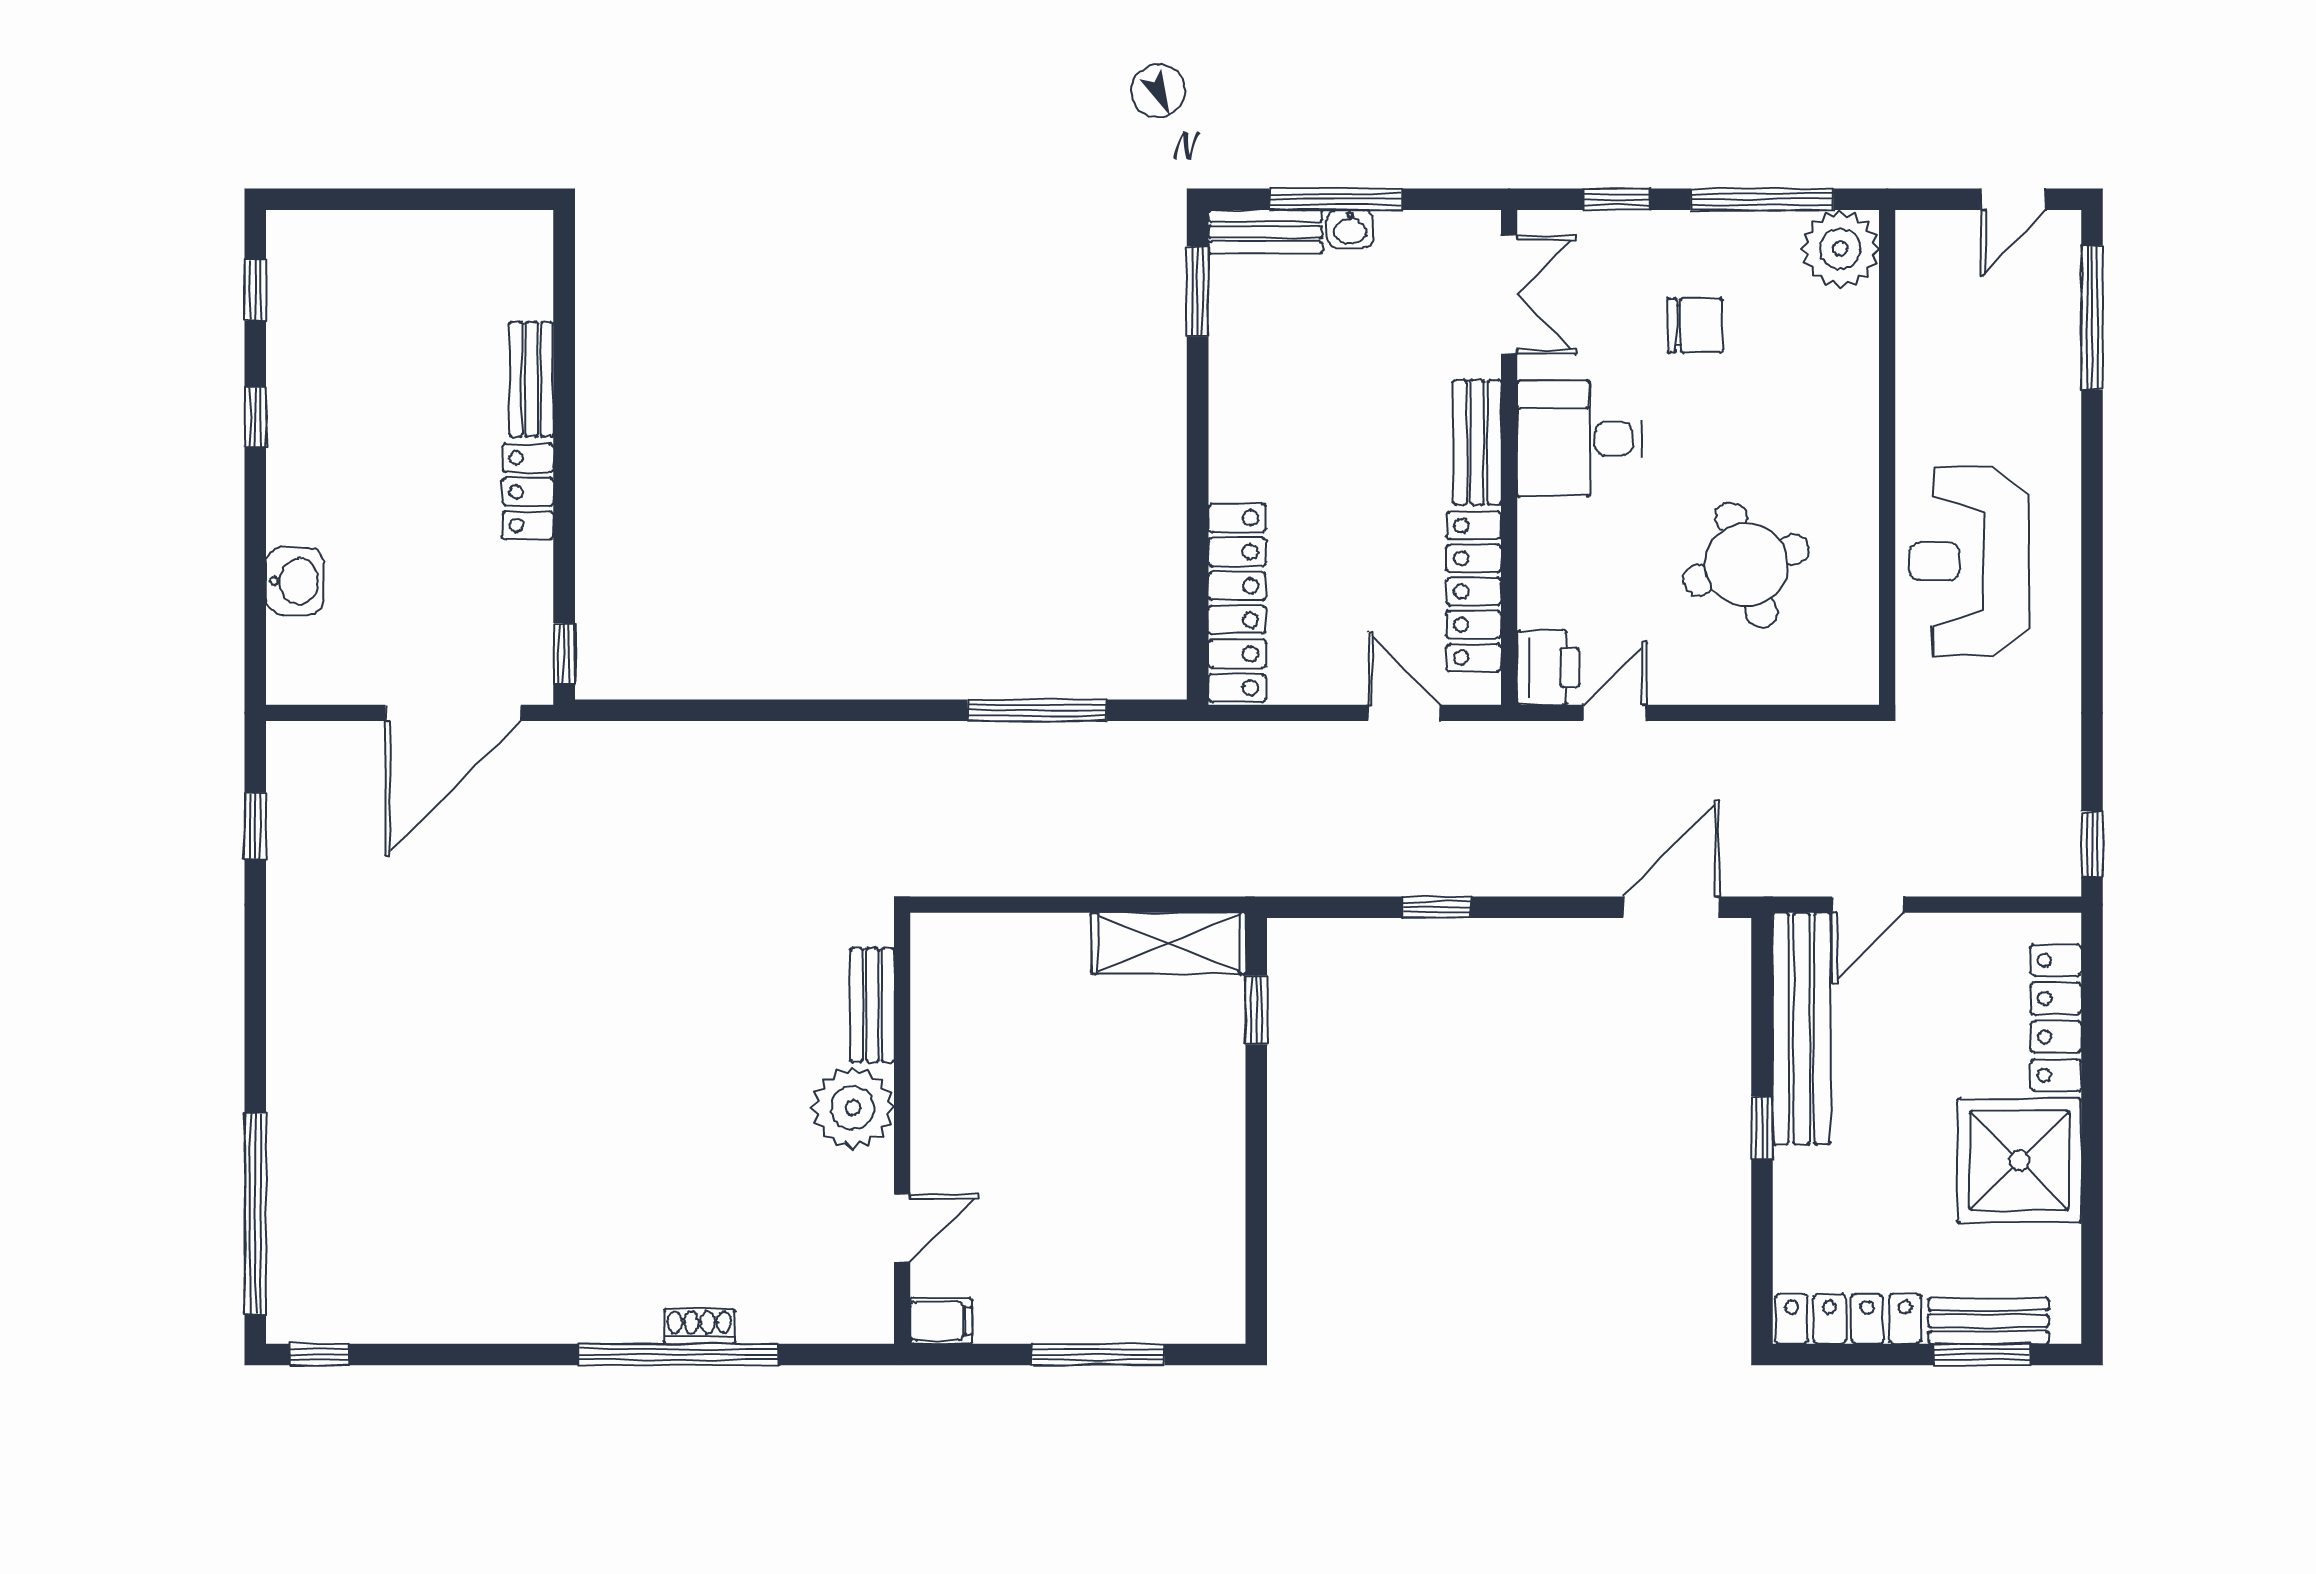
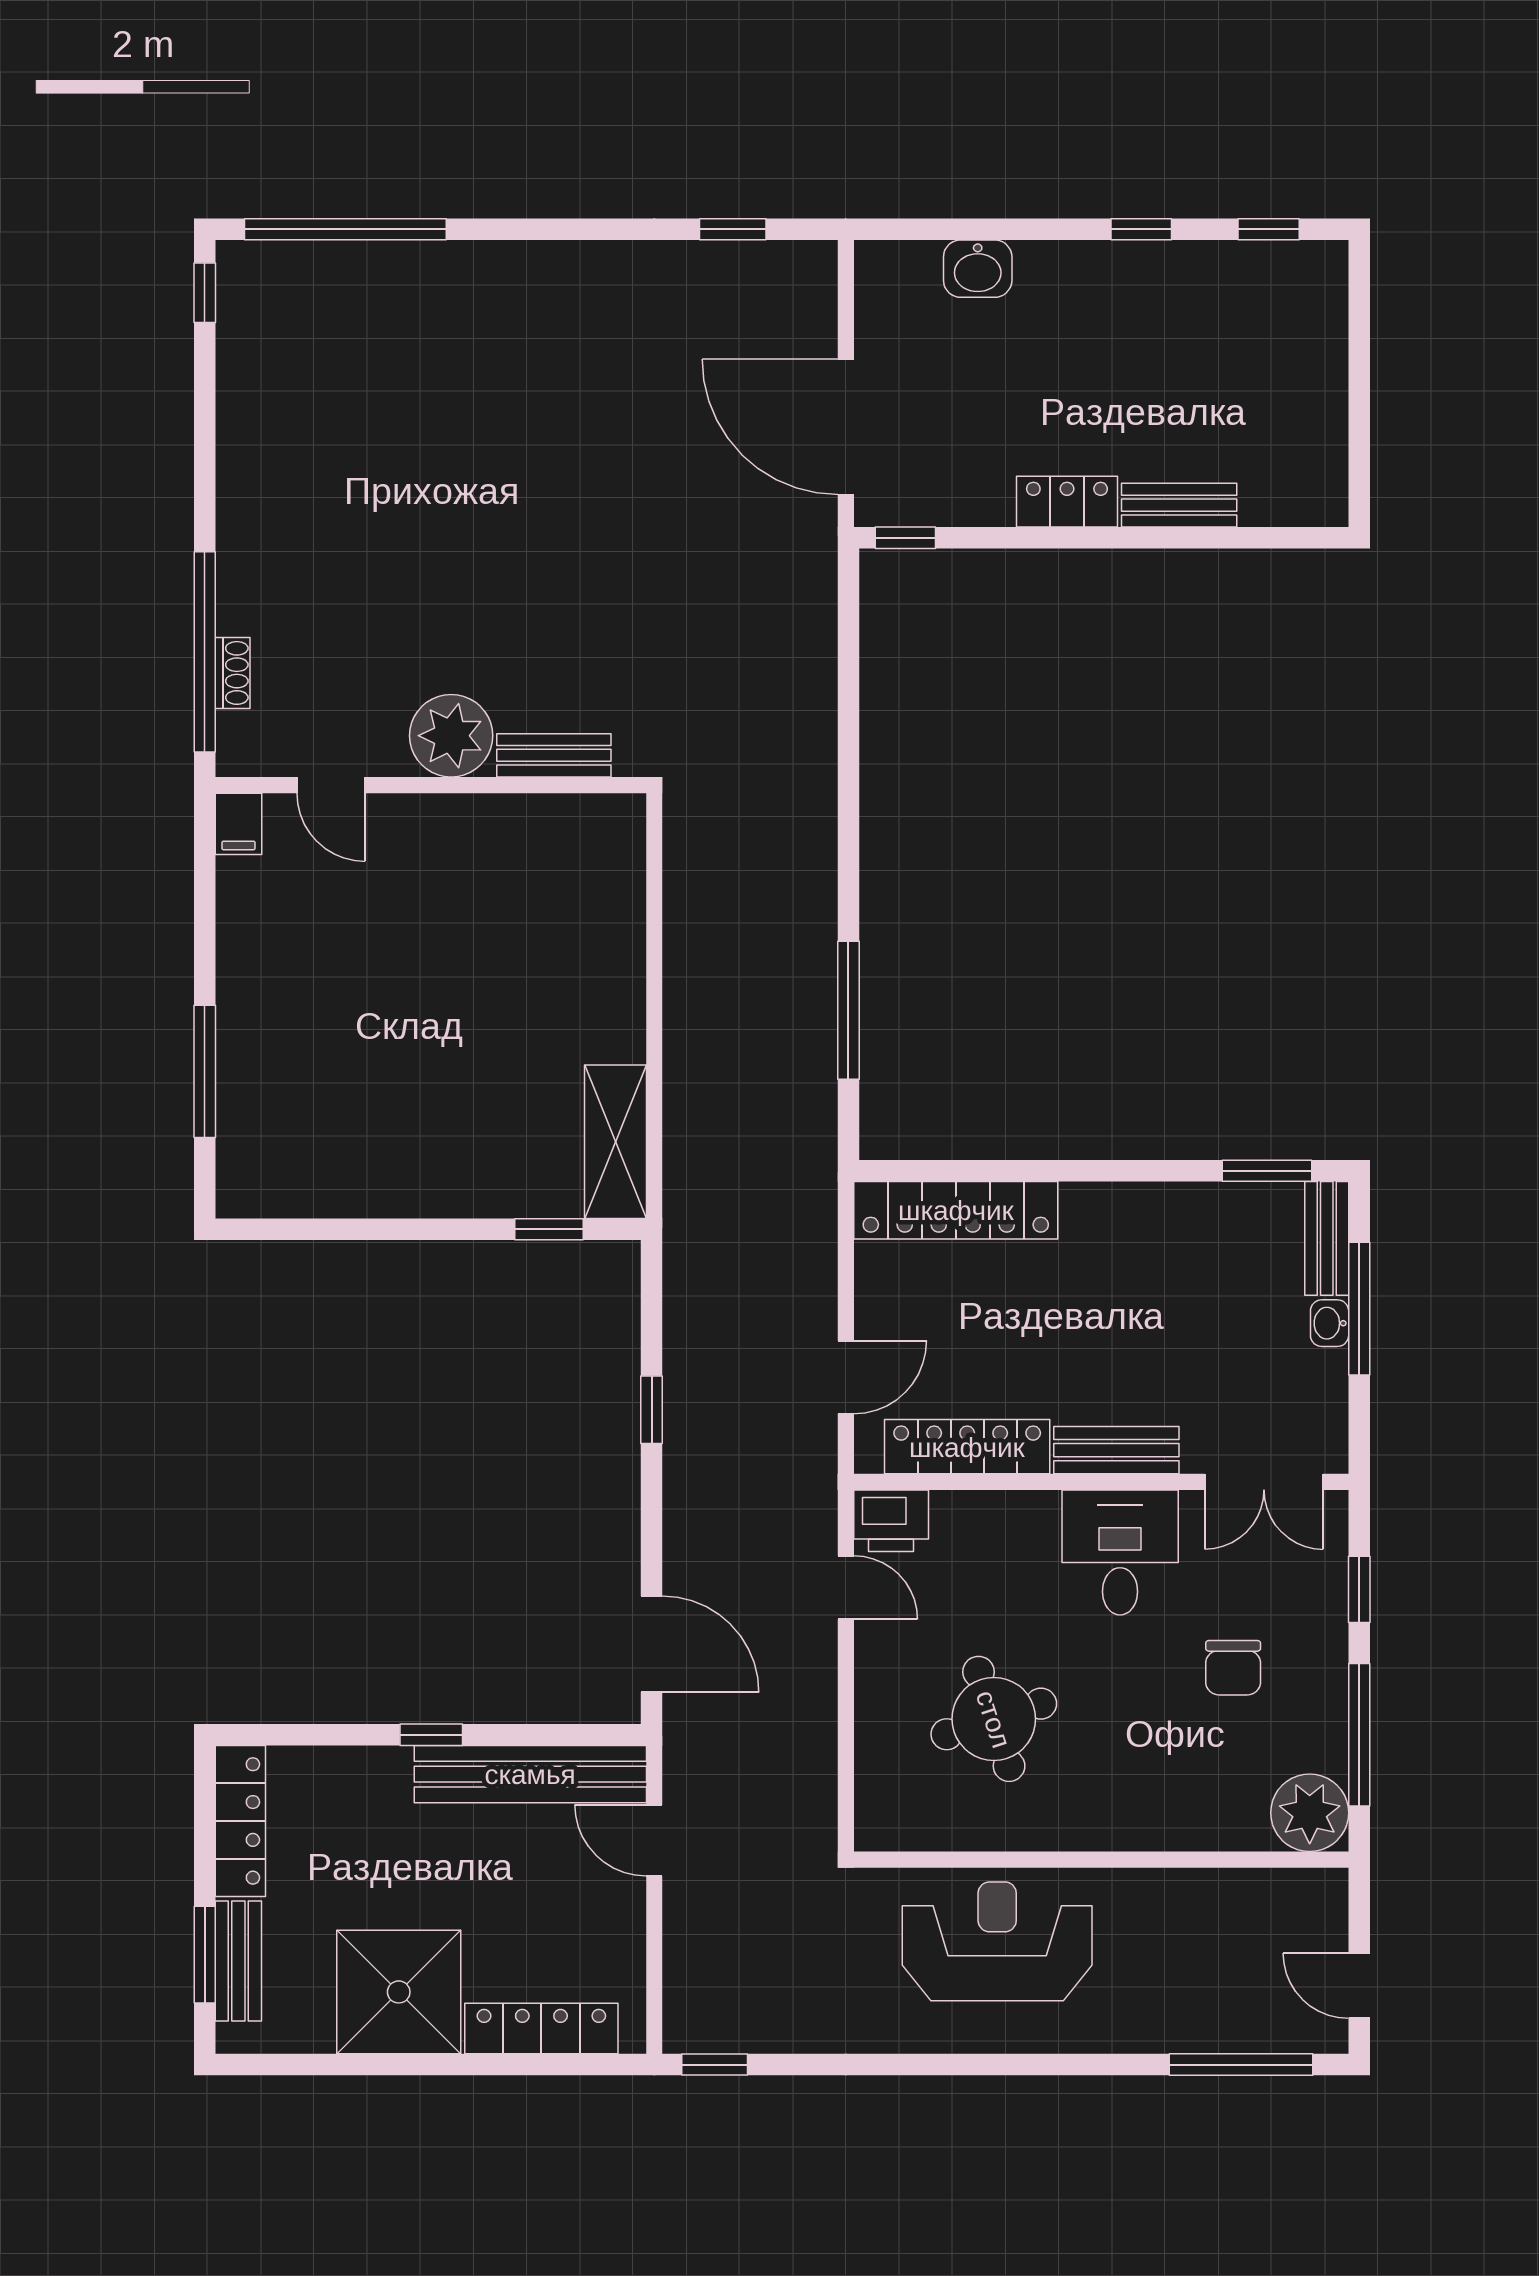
bench: (872, 1005) -> (554, 755), moved
plant: (853, 1108) -> (451, 736), moved
wall: (902, 1128) -> (431, 785), moved
door: (902, 1228) -> (331, 785), moved
filing cabinet: (941, 1321) -> (238, 824), moved

